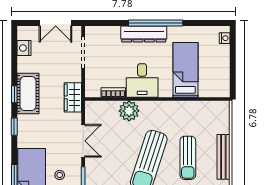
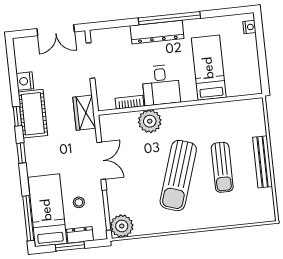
nightstand: (24, 48) -> (25, 81), moved

